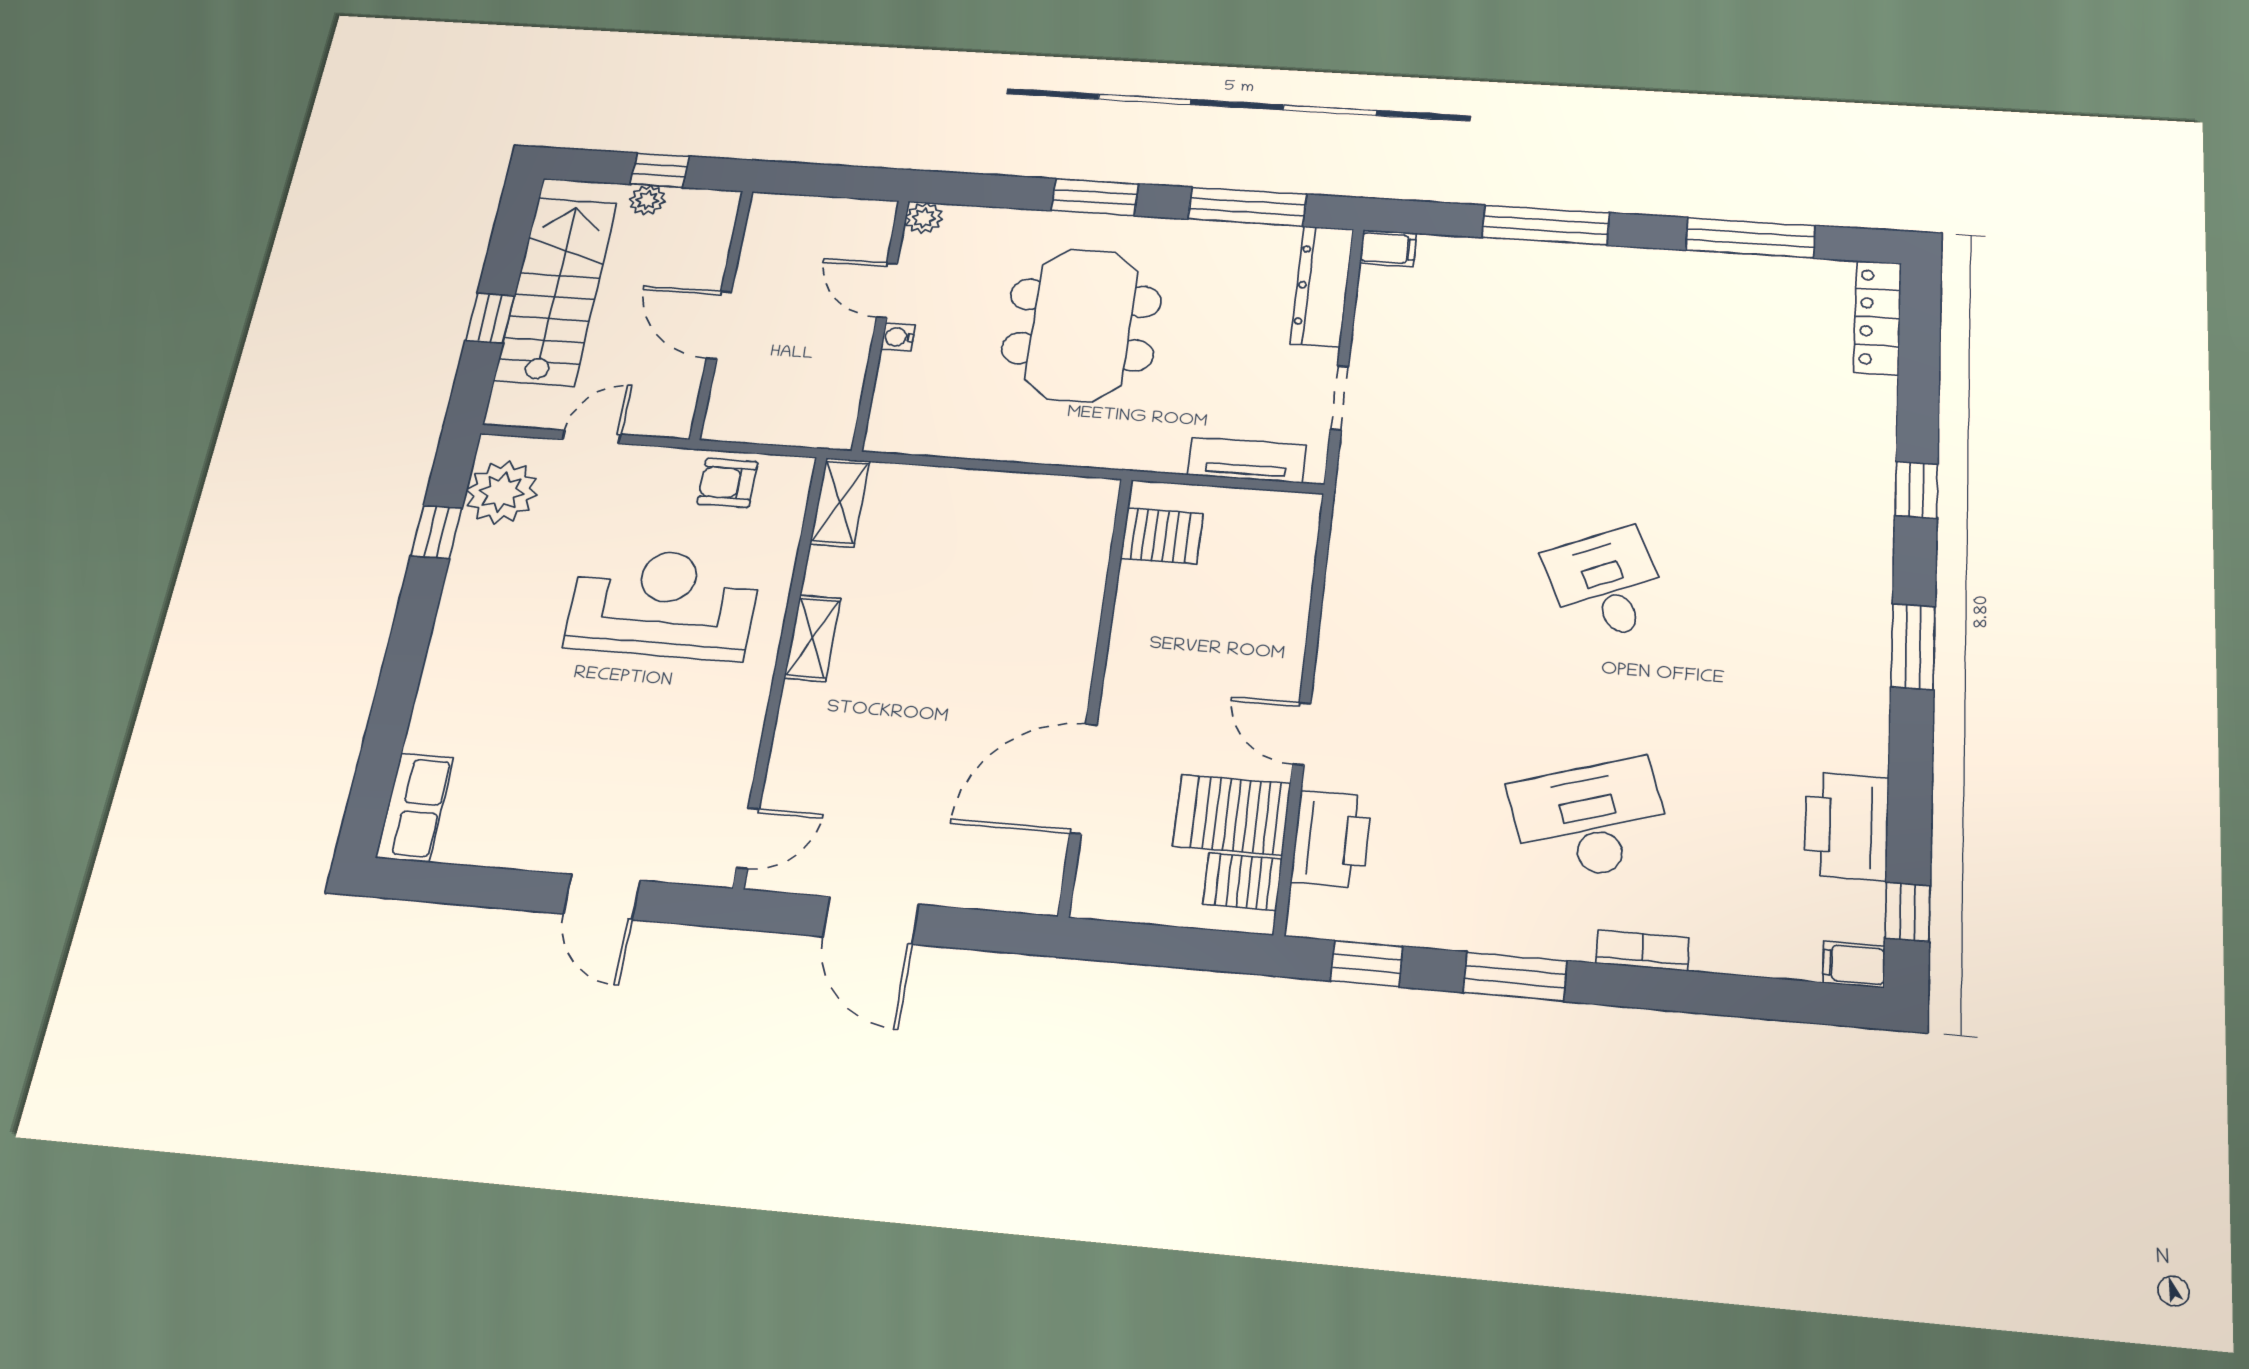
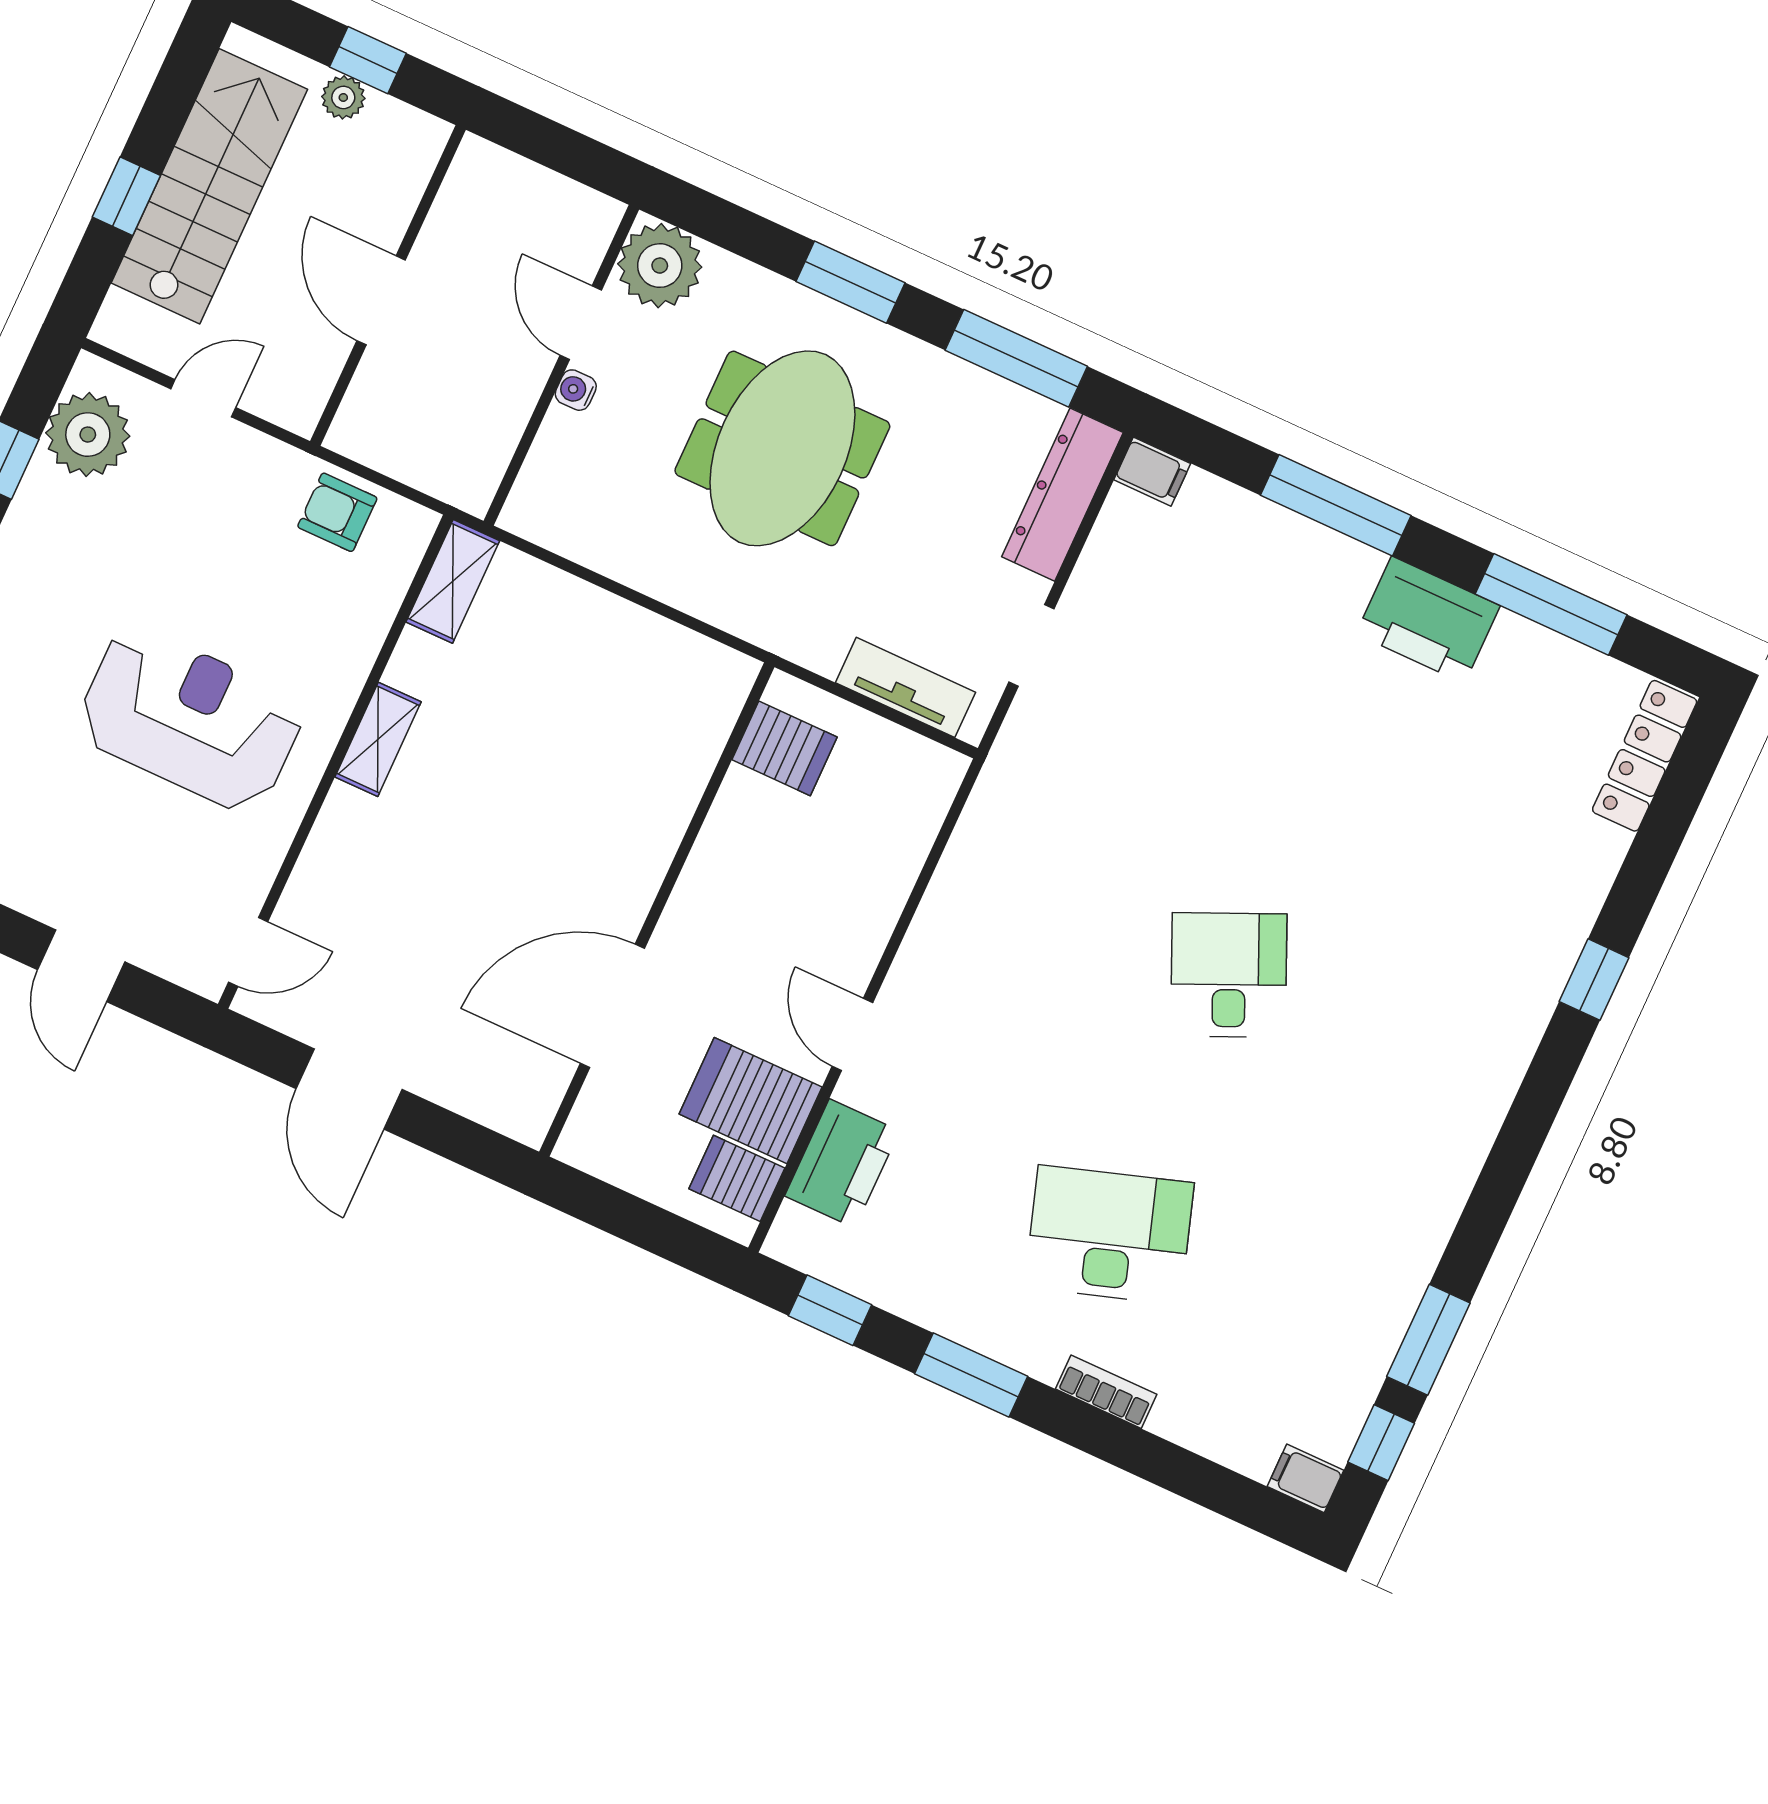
plant: (924, 218) -> (660, 266), width x1.88, depth x1.88
reception desk: (663, 604) -> (190, 719), moved
window: (1913, 647) -> (1428, 1340), moved
printer: (1846, 826) -> (1428, 620), moved, turned -90

